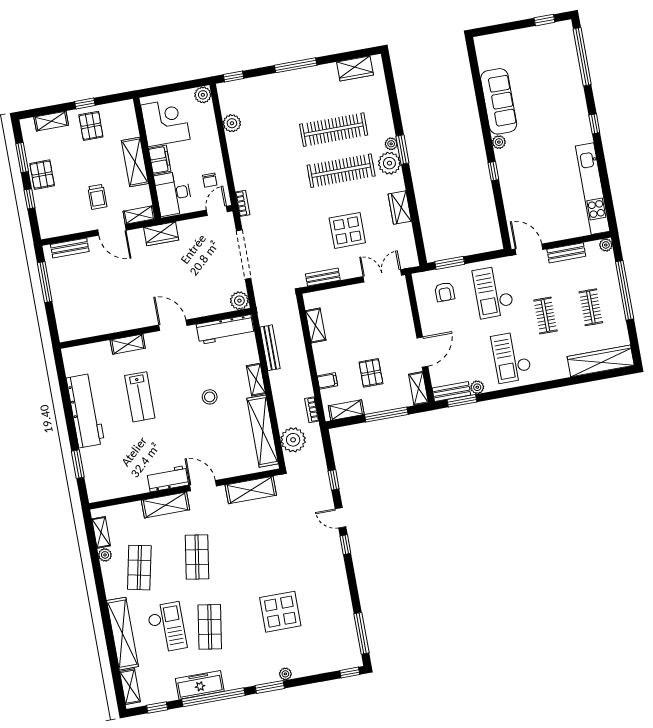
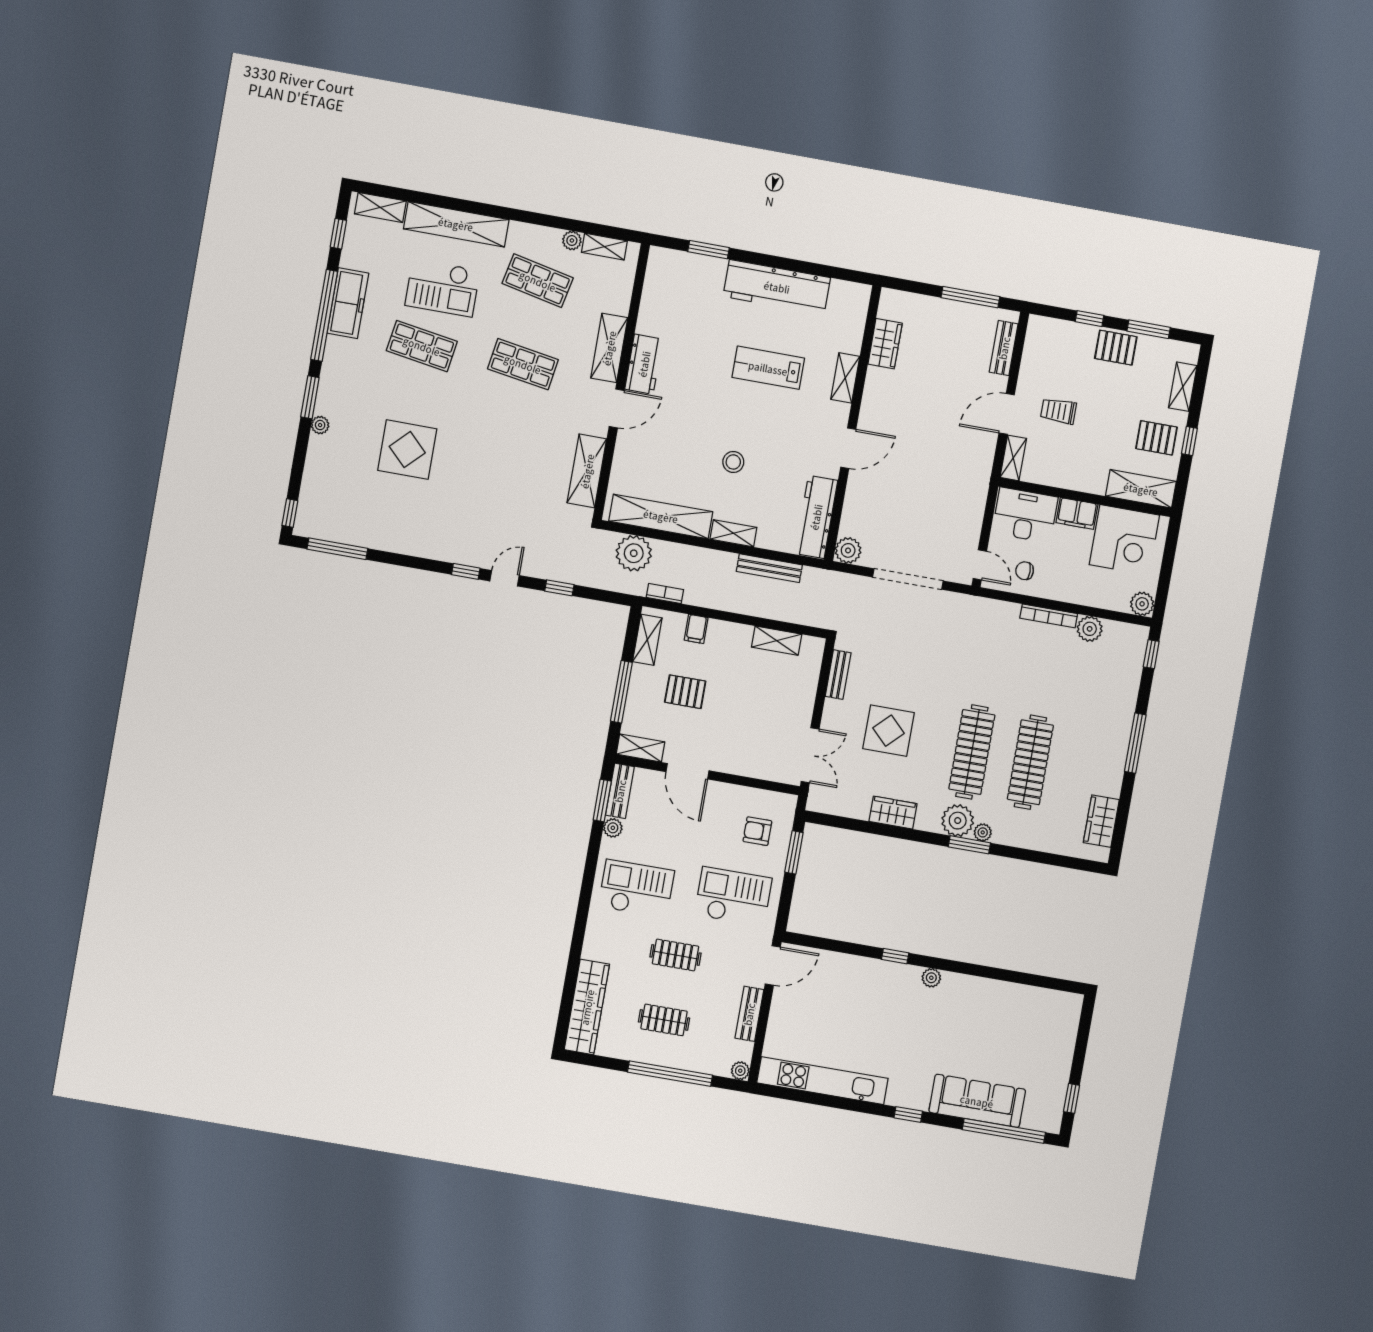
sofa: (499, 101) -> (977, 1101), moved, turned 180
shelving: (135, 162) -> (1141, 489), moved
bookcase: (243, 203) -> (1049, 616), moved, width x1.56
wardrobe: (161, 234) -> (885, 344), moved, turned 180

